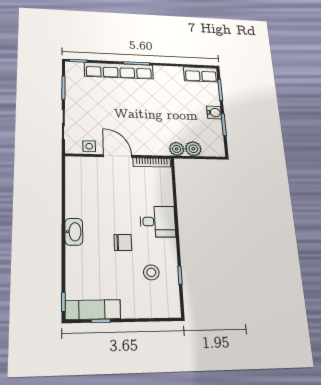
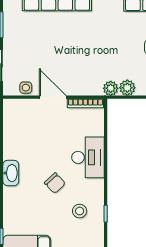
desk: (158, 222) -> (88, 157), width x1.37
chair: (123, 242) -> (55, 183), turned 47

